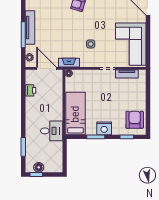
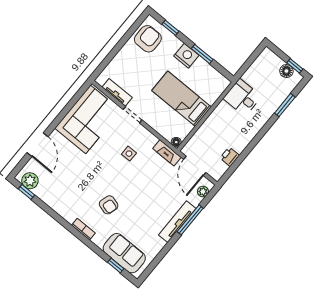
bed: (75, 114) -> (182, 99), moved, turned 90
armchair: (135, 120) -> (148, 39), turned 180

